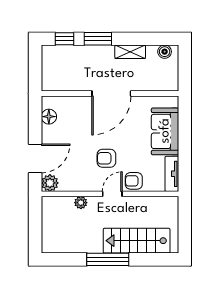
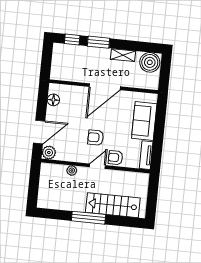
boiler: (165, 52) -> (150, 62), width x1.86, depth x1.86

